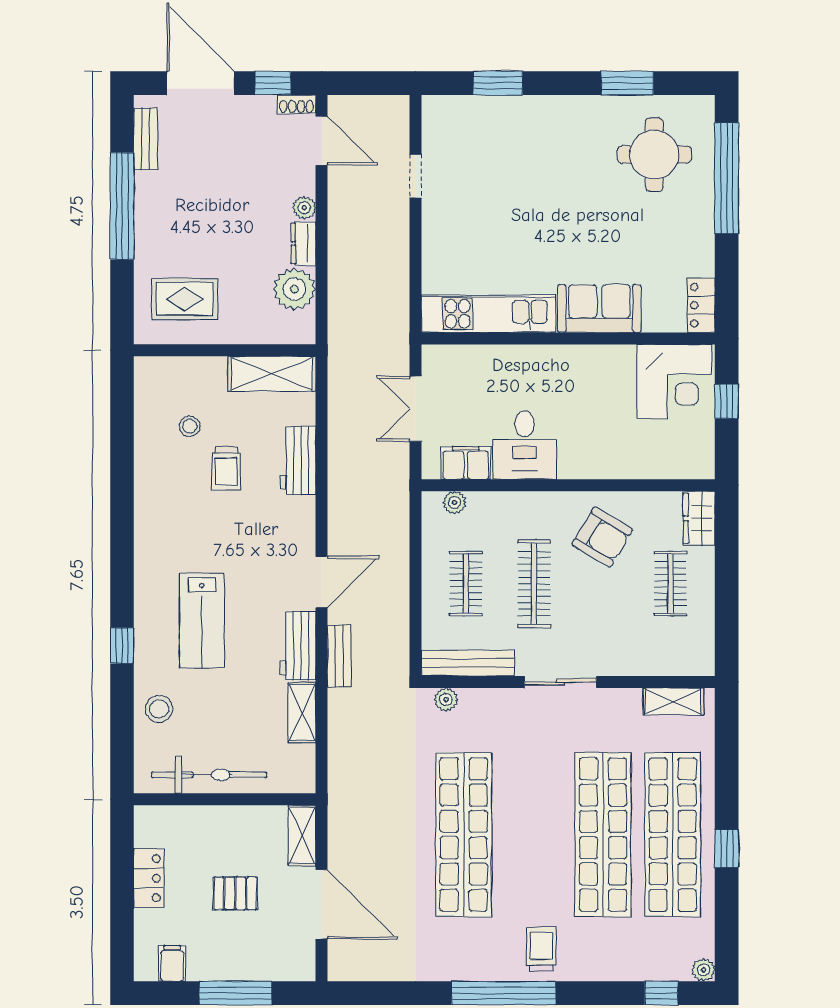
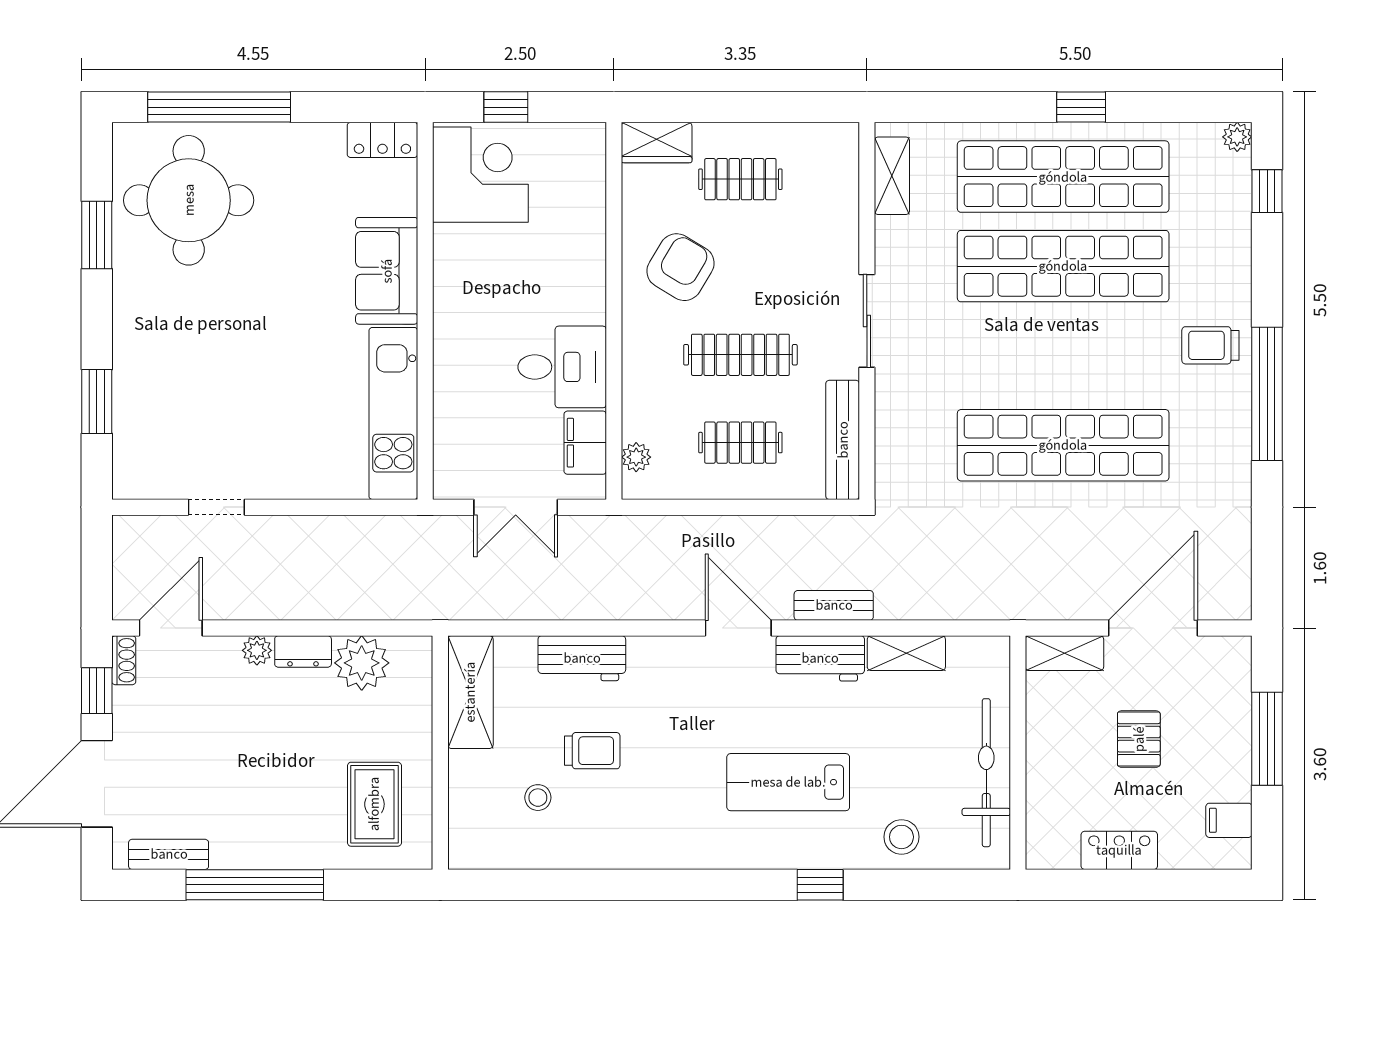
round table: (654, 155) -> (189, 200), width x1.36, depth x1.36
lab bench: (202, 621) -> (788, 782), turned 180
plant: (446, 700) -> (890, 468), removed

